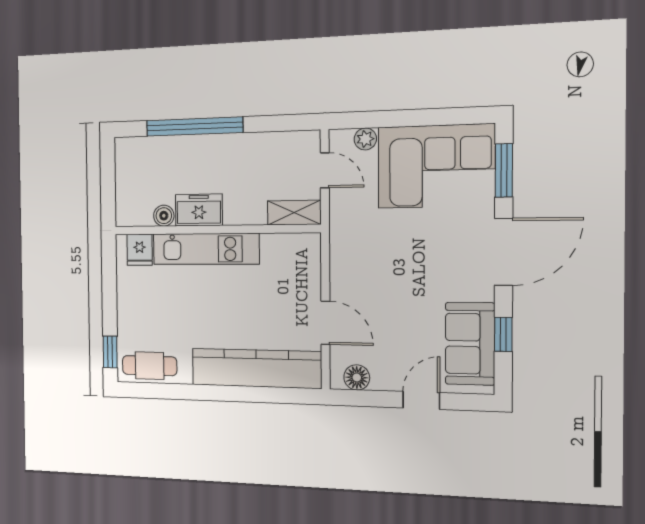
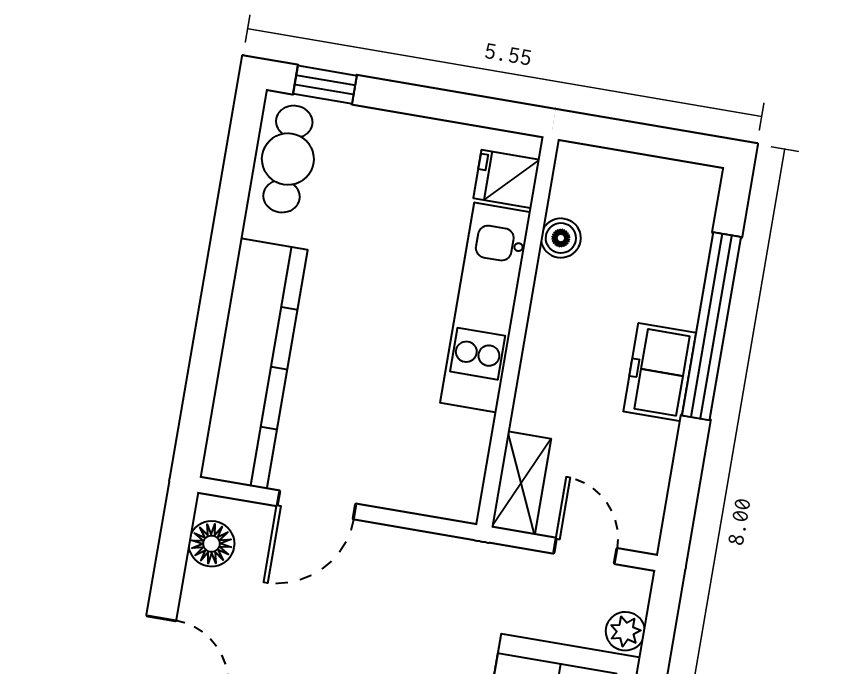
door: (325, 170) -> (585, 551), swing flipped
freezer: (199, 210) -> (660, 372), moved, turned 180

